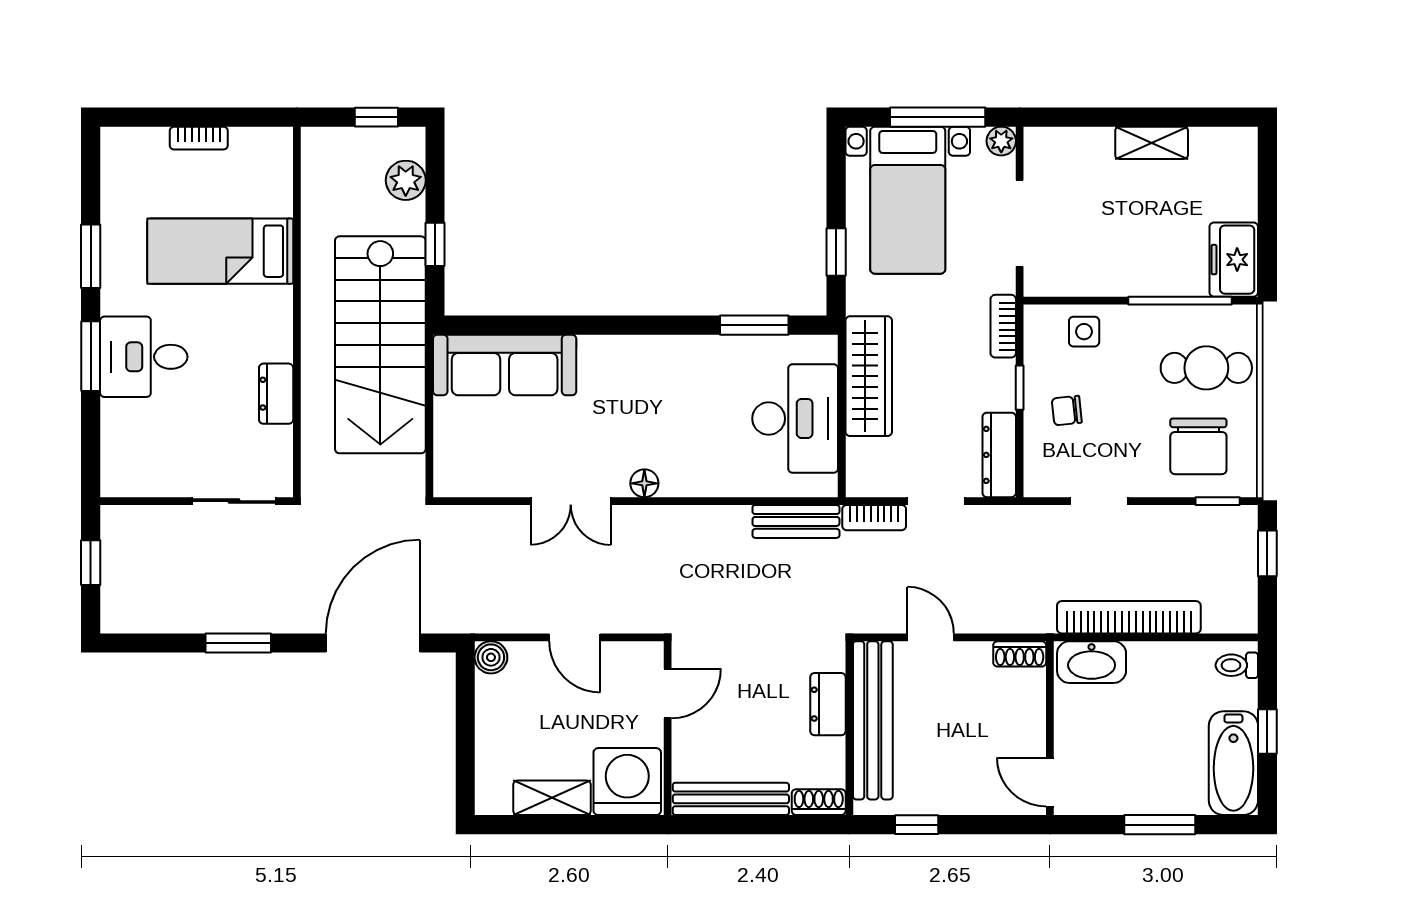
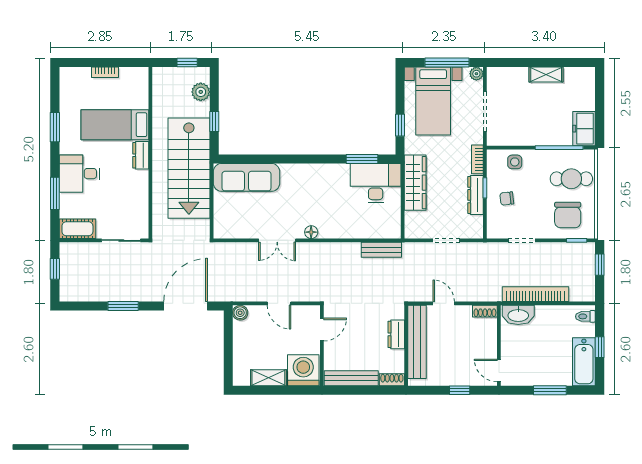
window: (91, 356) -> (55, 193), moved
dresser: (276, 394) -> (141, 155), moved
desk: (795, 418) -> (376, 183), moved, turned -90
dresser: (999, 455) -> (475, 195), moved
cot: (139, 476) -> (77, 229), added
bookcase: (874, 518) -> (418, 248), removed
window: (917, 825) -> (460, 390), moved

